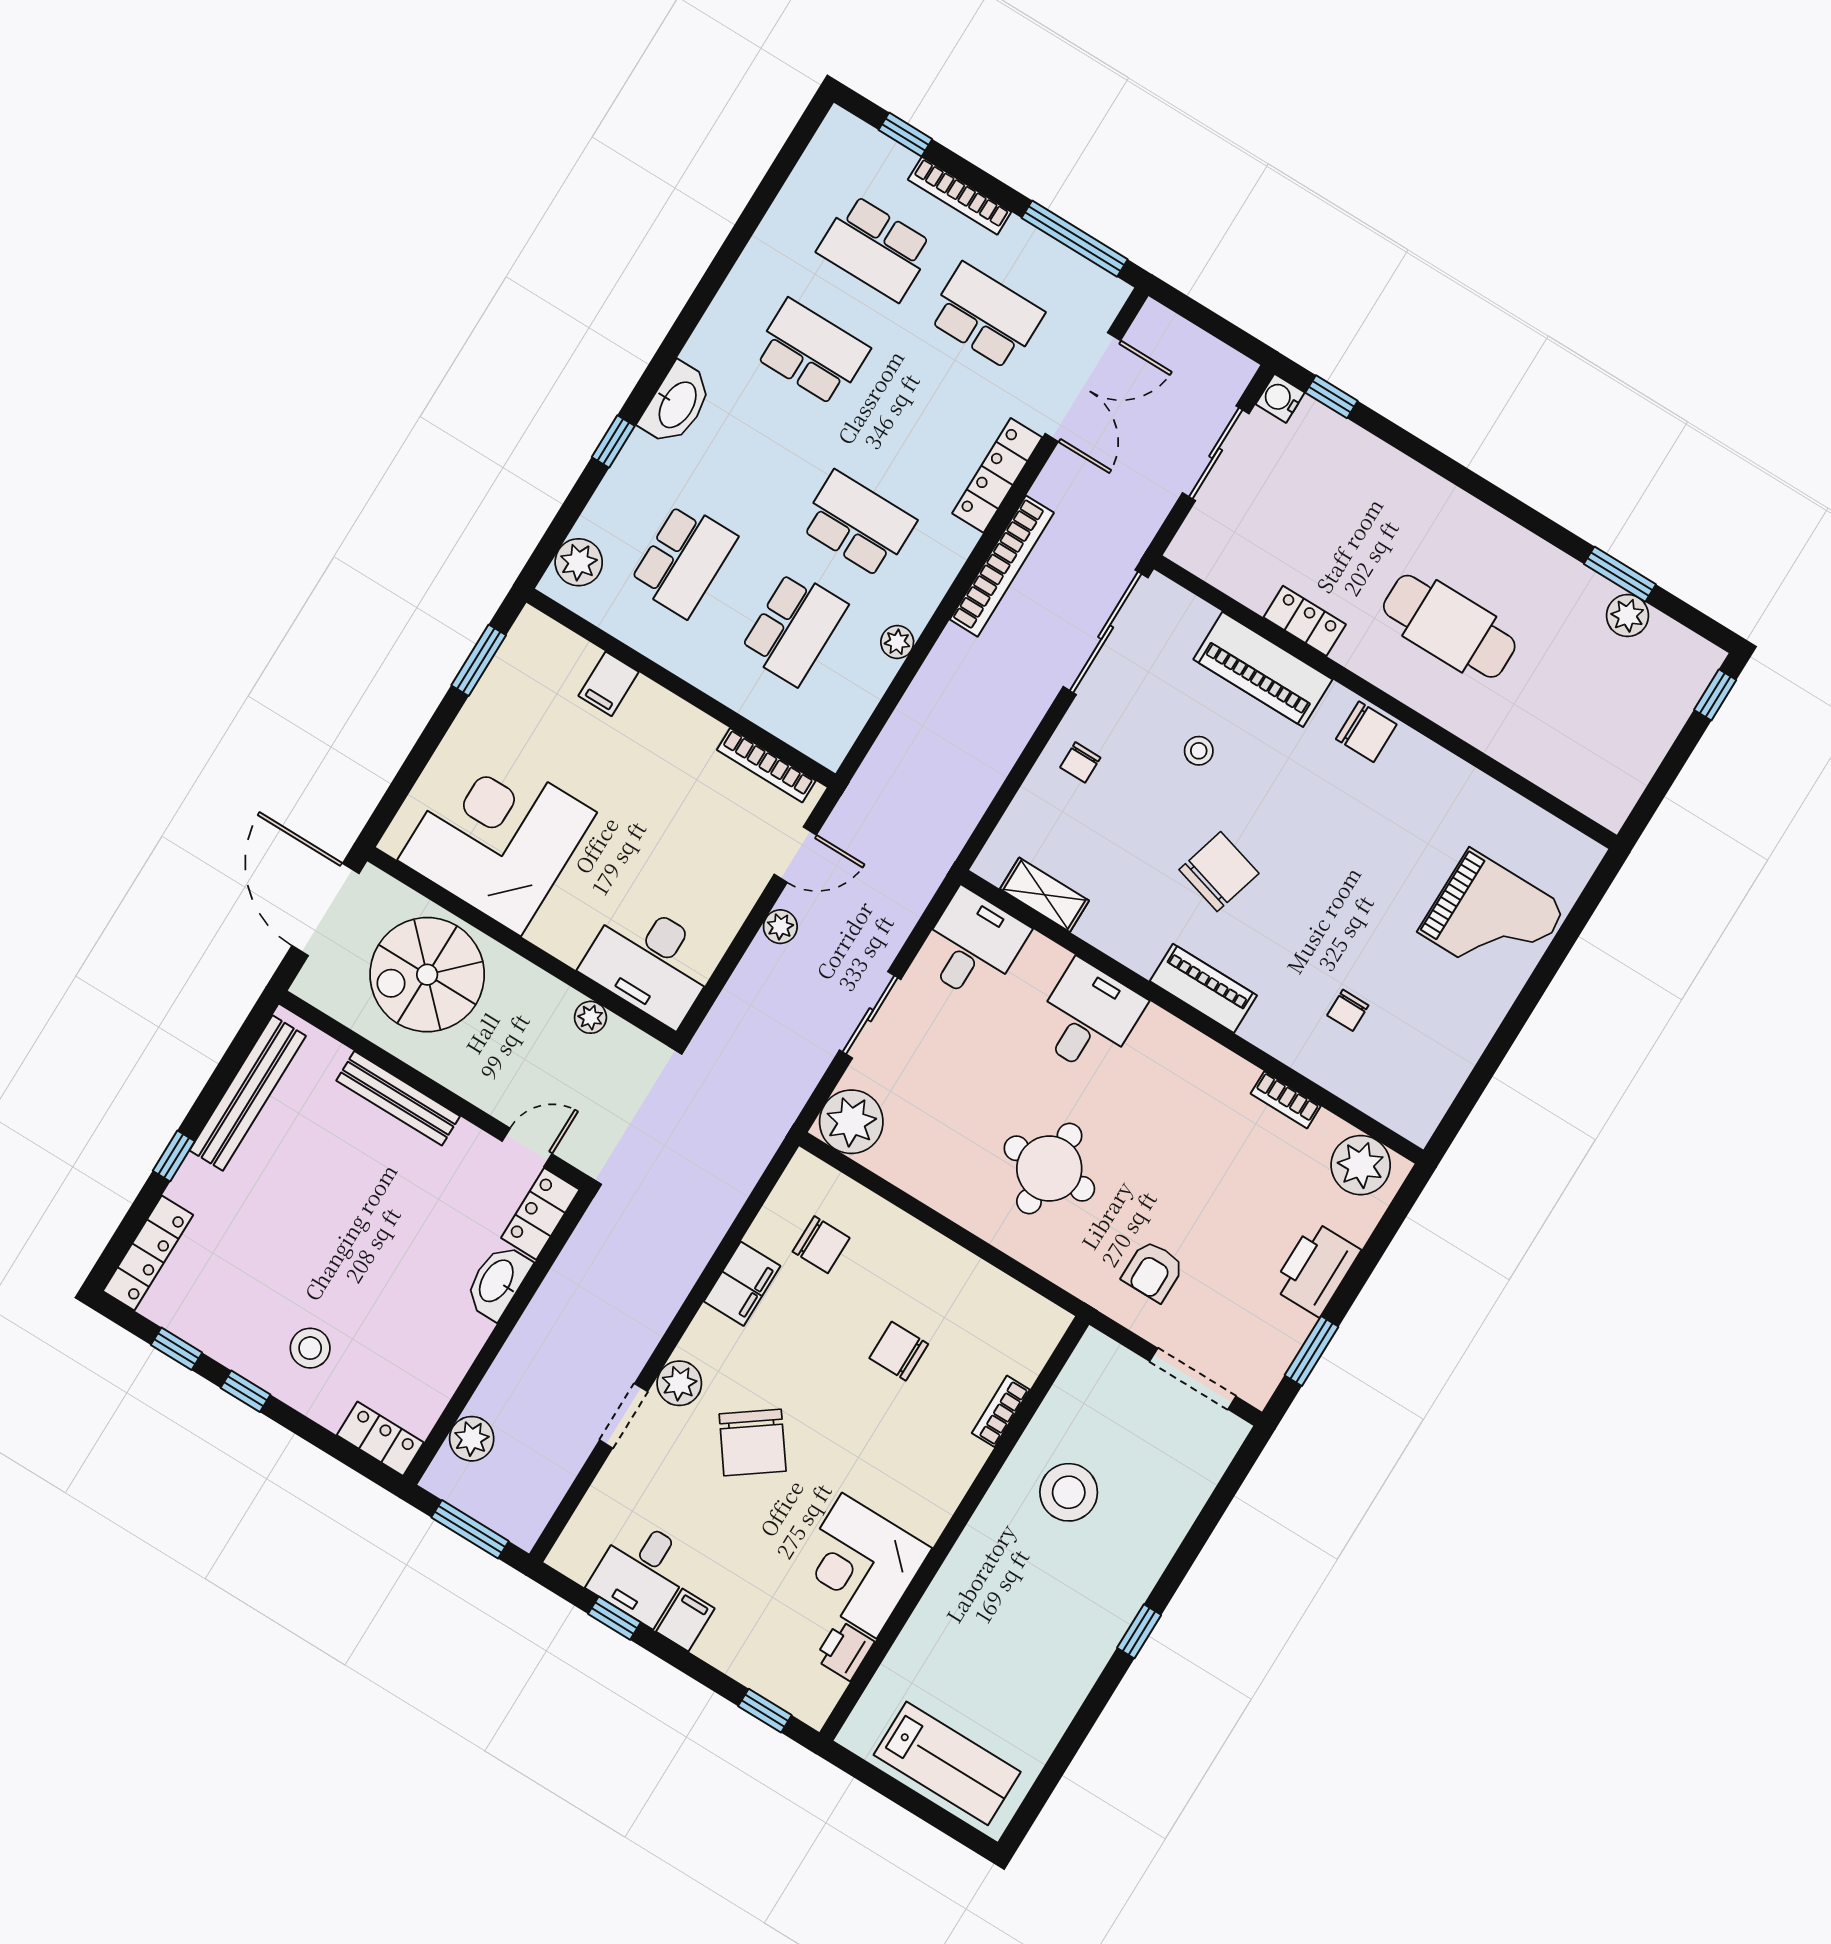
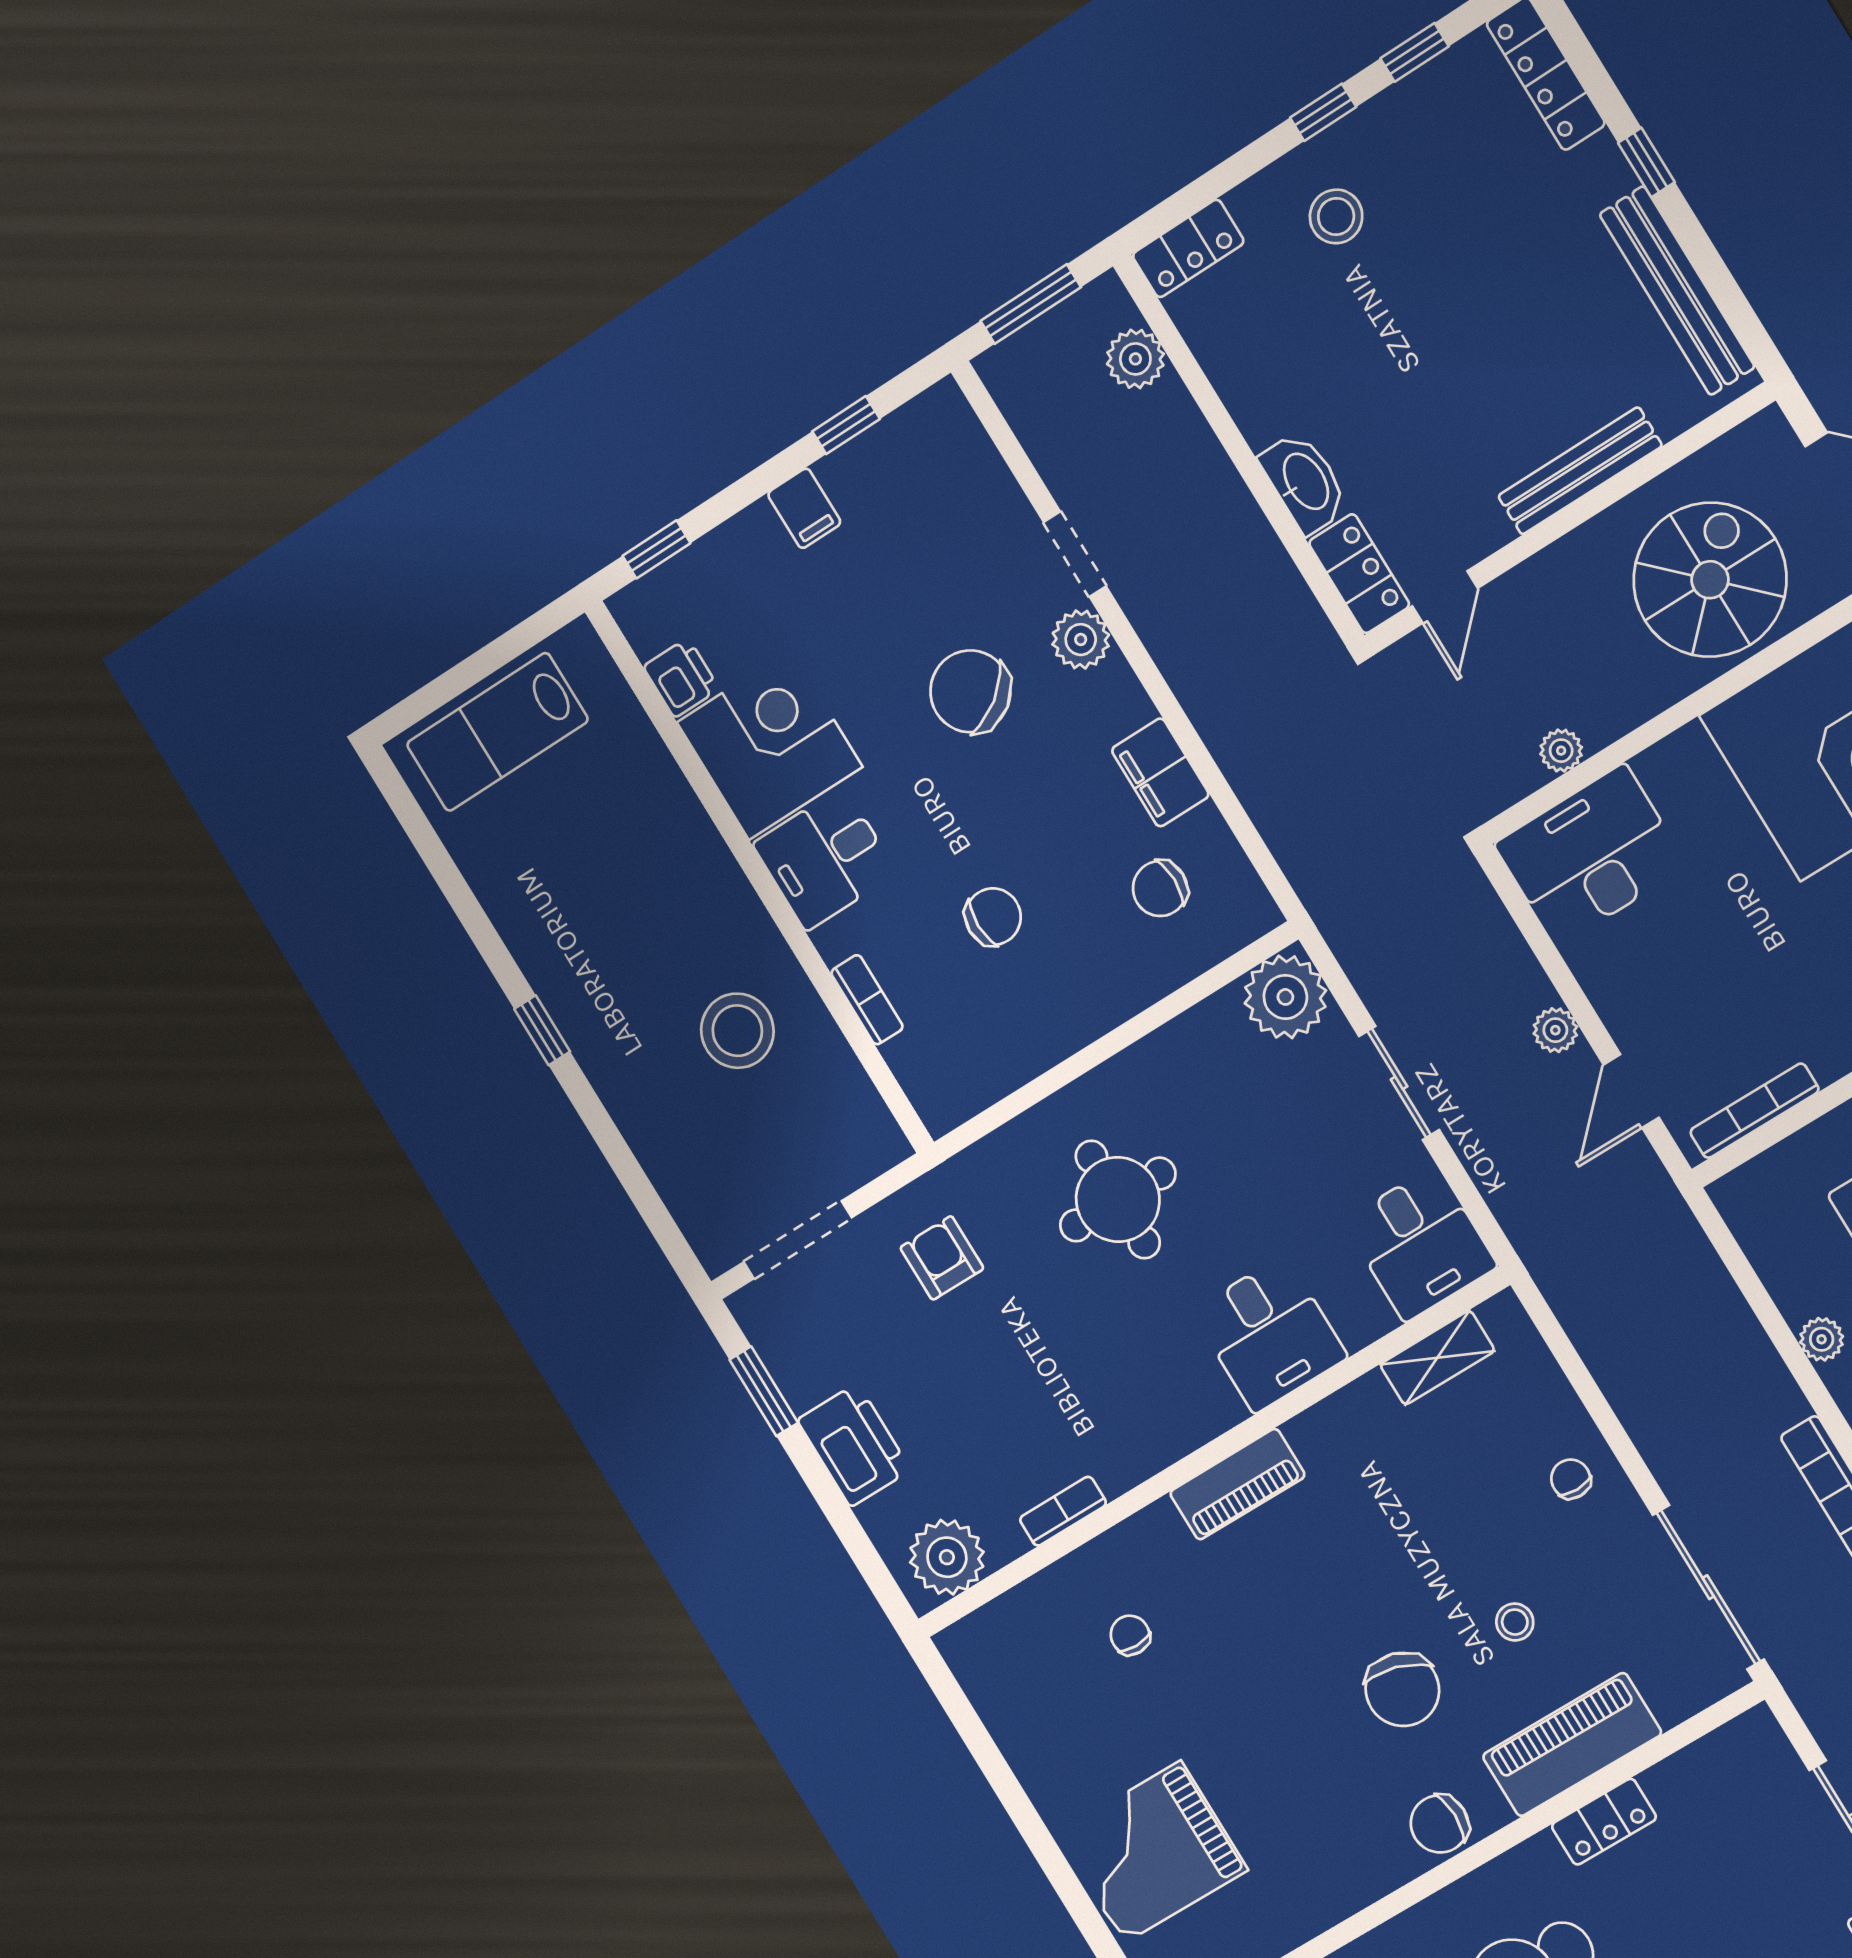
chair: (1219, 872) -> (1402, 1689), moved
desk: (642, 1572) -> (825, 859), moved, turned -90

